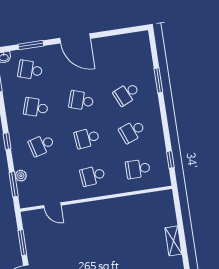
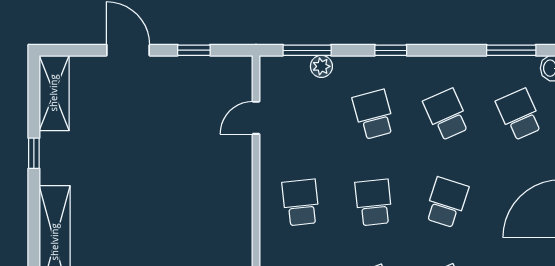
school desk: (30, 70) -> (519, 114), turned -42
school desk: (36, 107) -> (446, 114), turned -42
window: (22, 243) -> (194, 50), width x0.67

